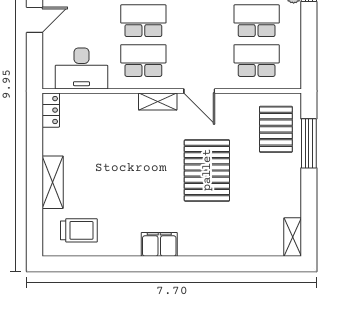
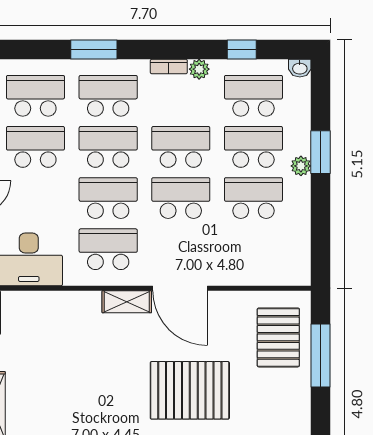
school desk: (257, 61) -> (181, 198), moved
door: (199, 91) -> (180, 288), width x1.36
pallet: (207, 170) -> (190, 390), turned 90

